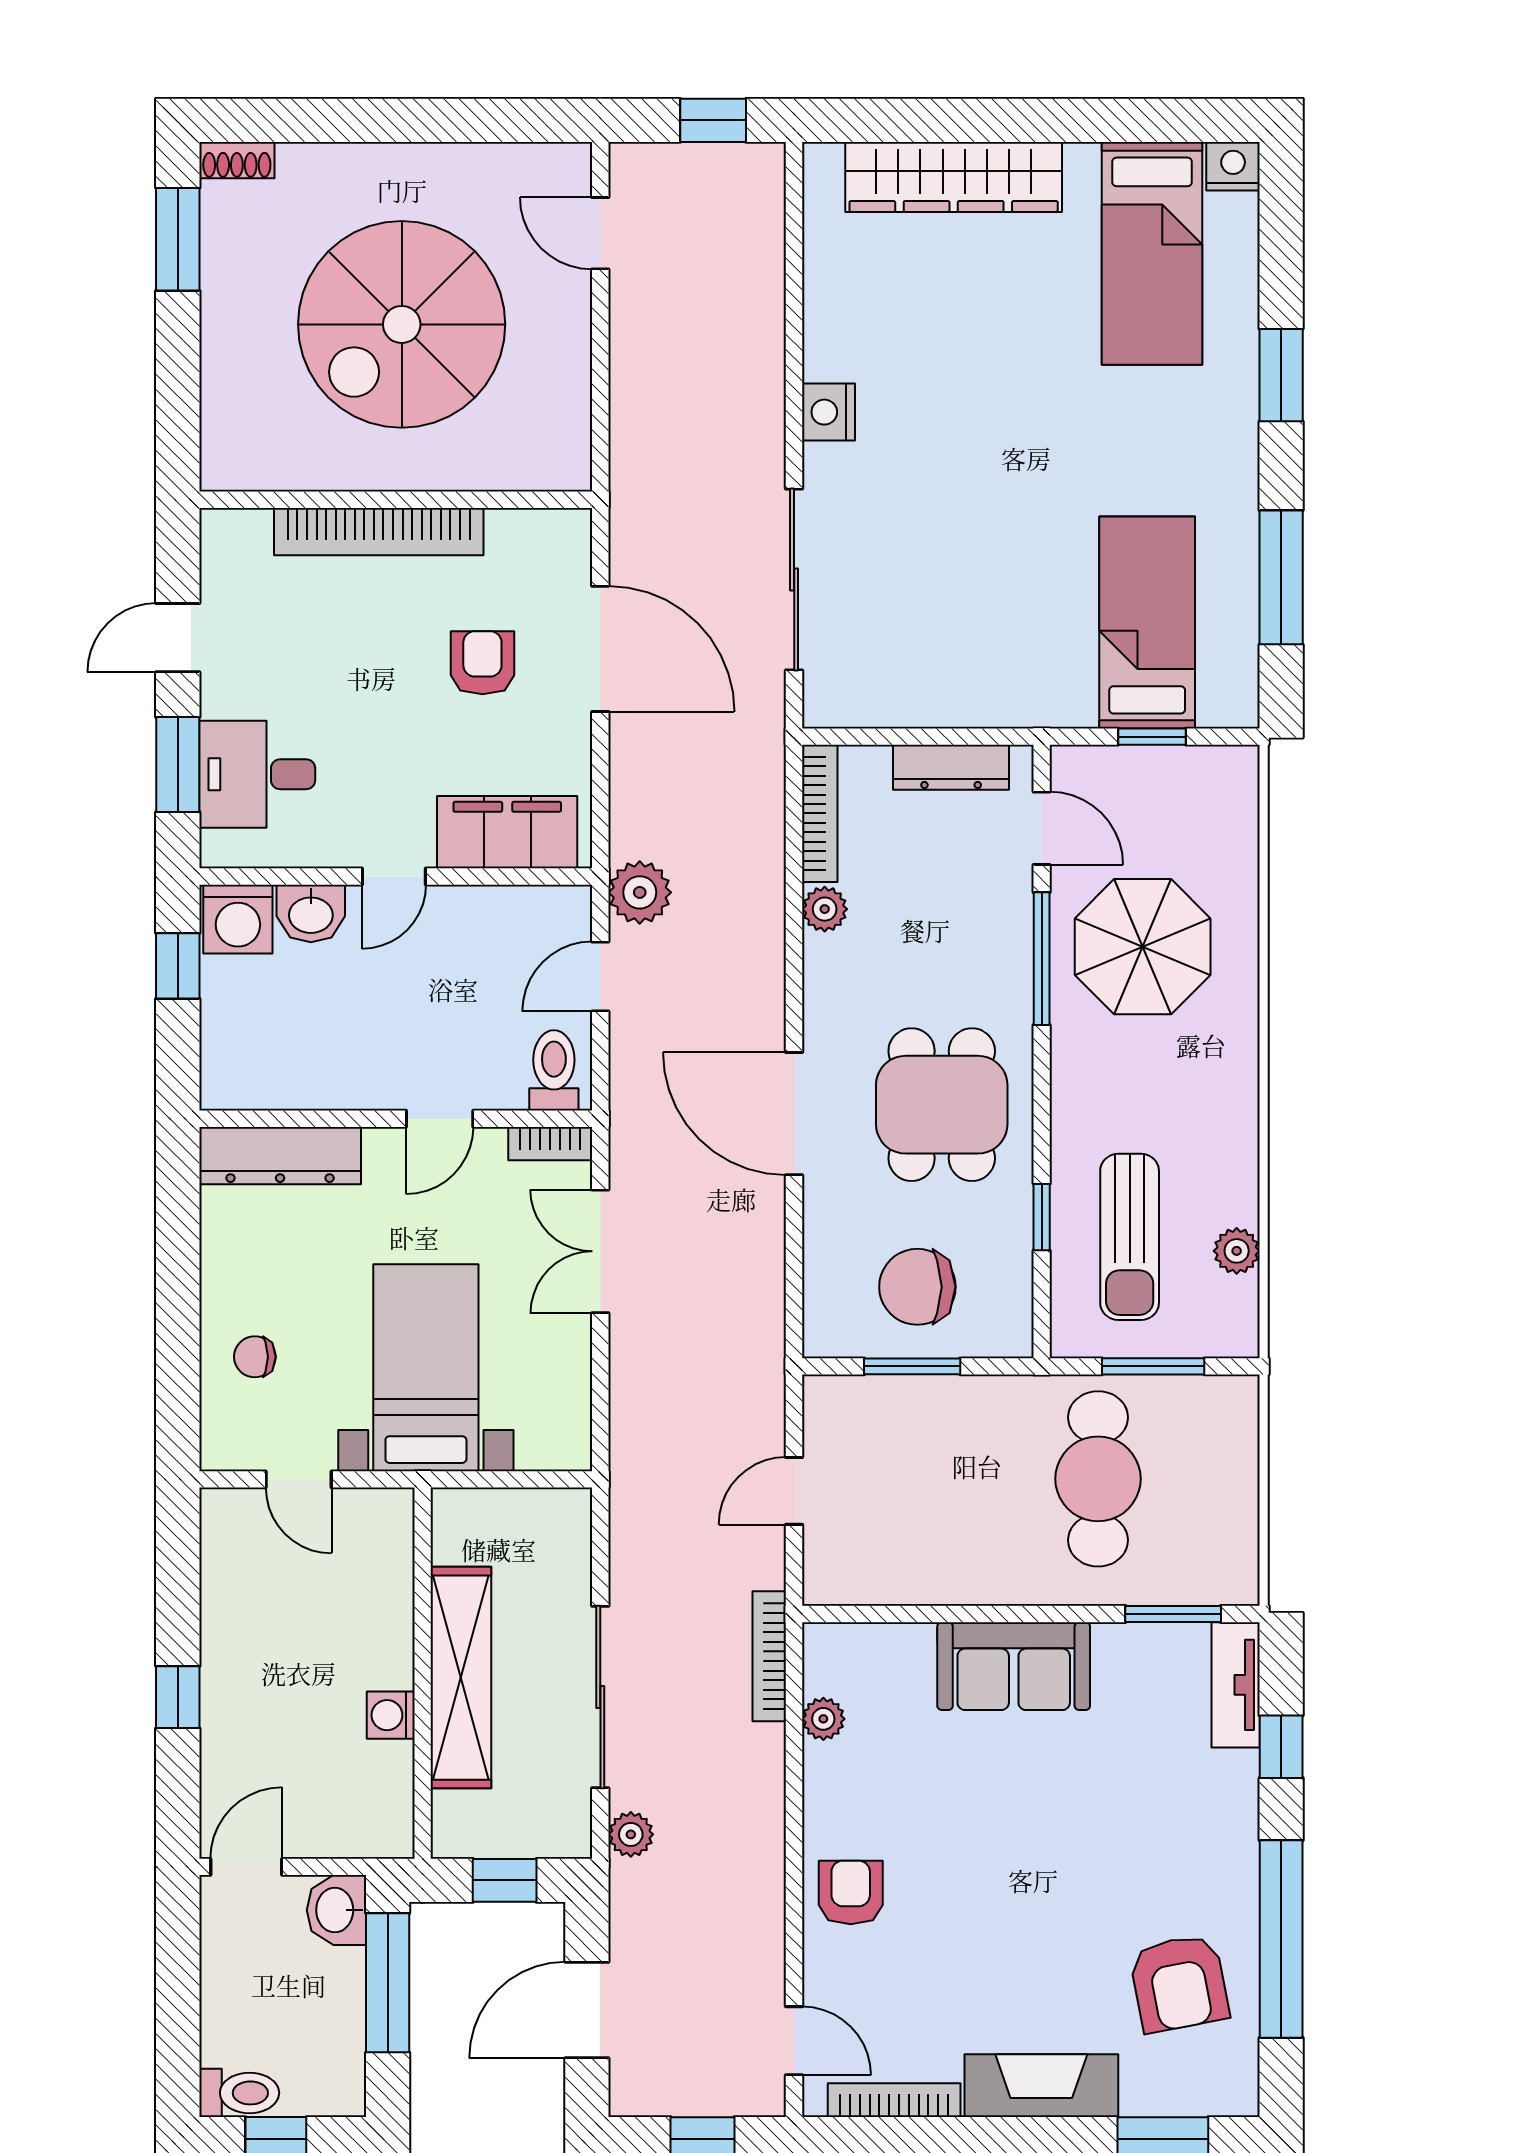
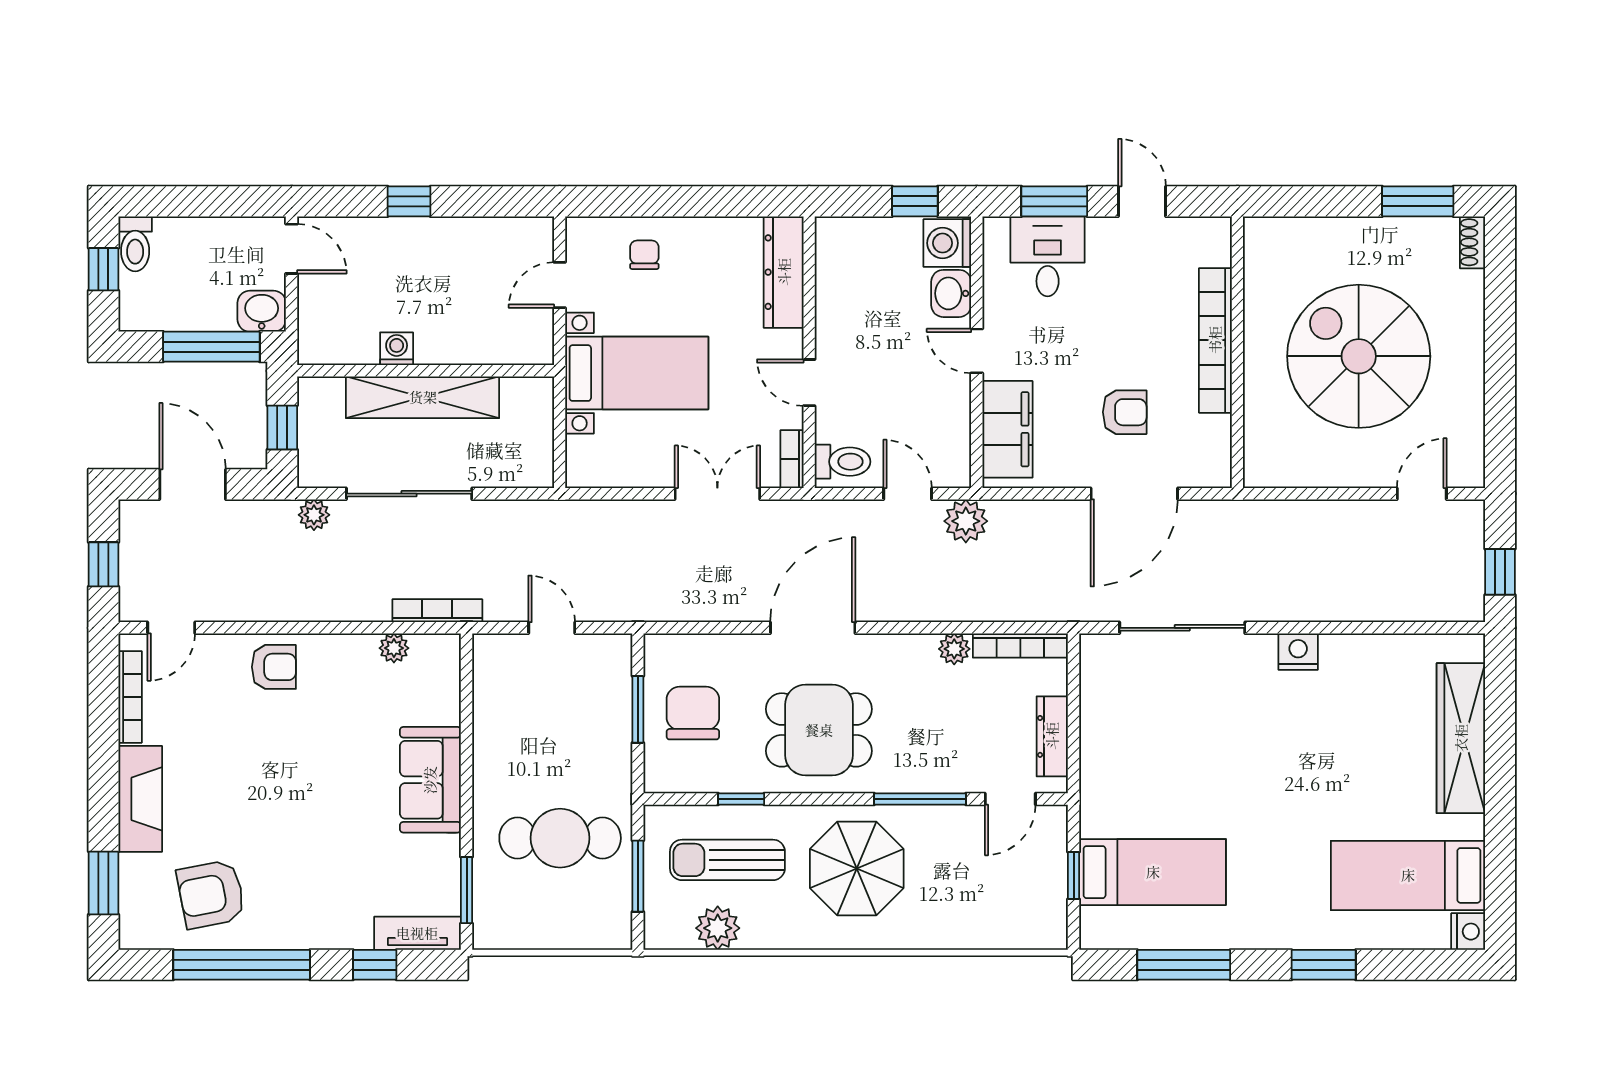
parasol: (1143, 947) -> (857, 868), moved
plant: (1237, 1251) -> (718, 928), width x1.38, depth x1.38

